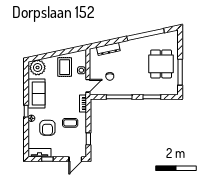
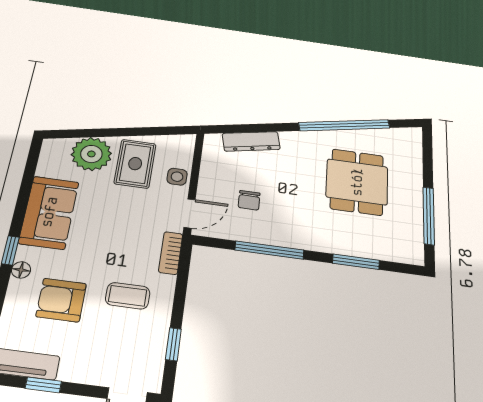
dining table: (161, 64) -> (357, 182), moved
plant: (38, 67) -> (91, 154), moved
armchair: (47, 128) -> (61, 300), turned 90

